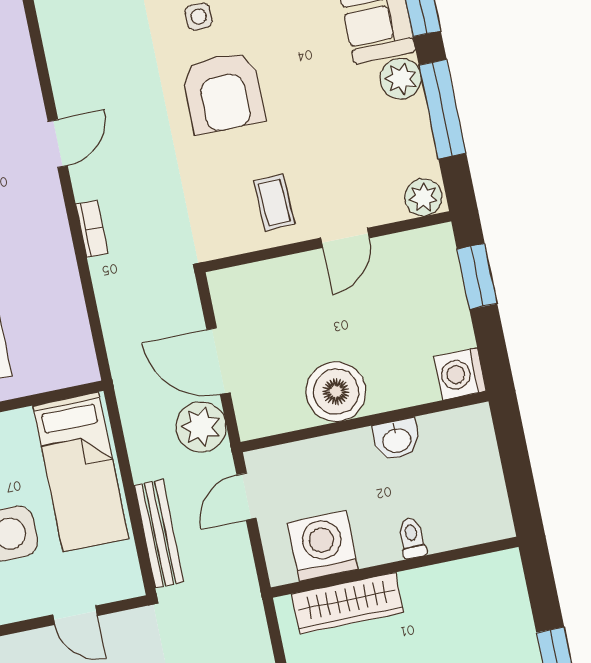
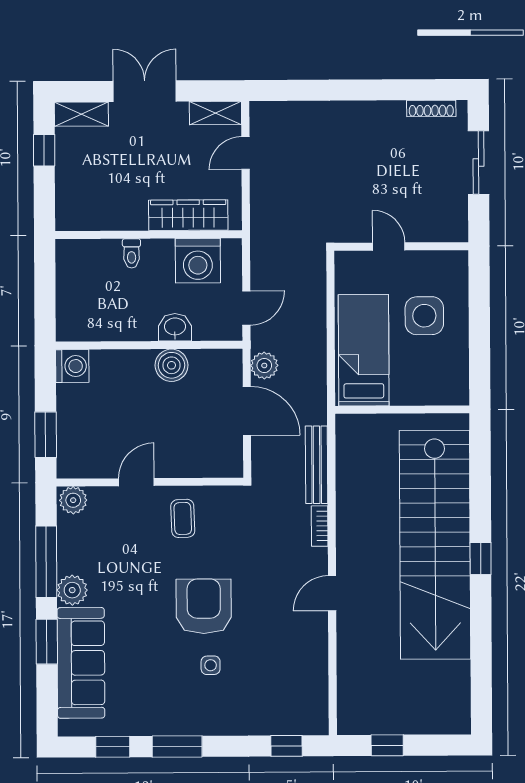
boiler: (336, 392) -> (172, 365), width x0.73, depth x0.73
plant: (201, 427) -> (264, 365), width x0.73, depth x0.73
washbasin: (397, 439) -> (175, 327), moved
bench: (159, 534) -> (317, 465), moved

